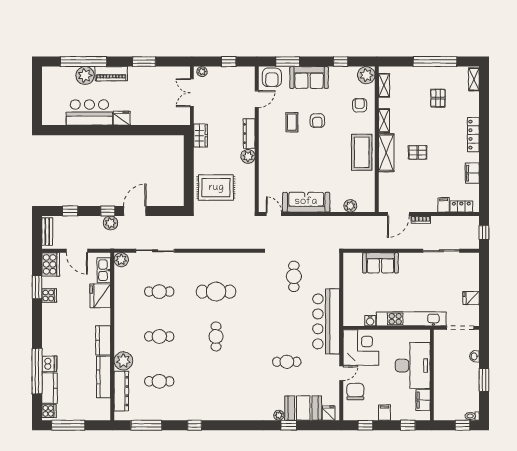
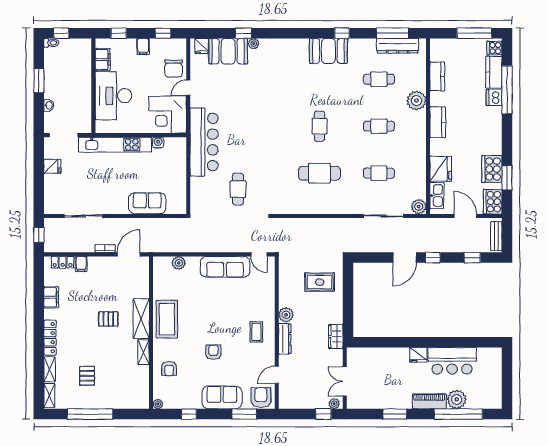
window: (229, 62) -> (323, 414), moved
plant: (366, 75) -> (158, 404), width x0.53, depth x0.53
shelving: (384, 85) -> (50, 369), moved
double door: (192, 93) -> (345, 381), swing flipped
coffee table: (292, 122) -> (256, 332), moved
rug: (216, 188) -> (320, 282), width x0.73, depth x0.70
plant: (110, 223) -> (430, 245), removed
cooker: (49, 296) -> (492, 169), width x1.87, depth x1.31
cafe table: (287, 362) -> (245, 100), removed
kitchen counter: (104, 377) -> (437, 76), width x0.67
dresser: (121, 391) -> (398, 46), moved, turned -90
booth: (207, 408) -> (328, 51), added

